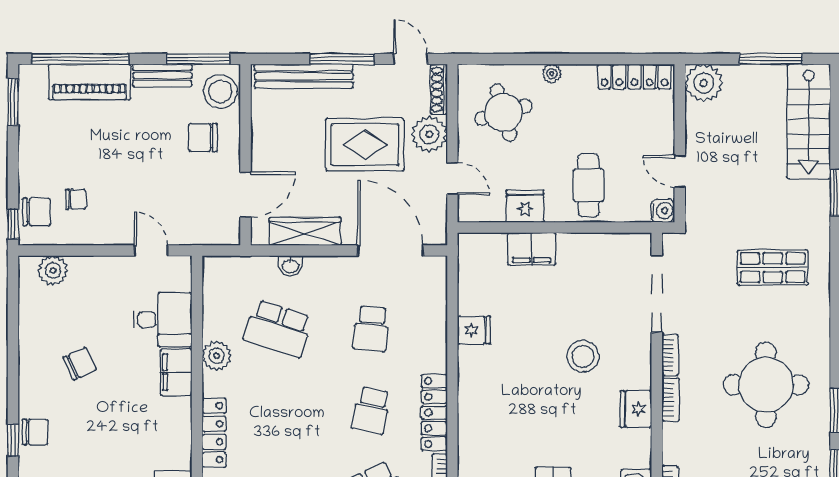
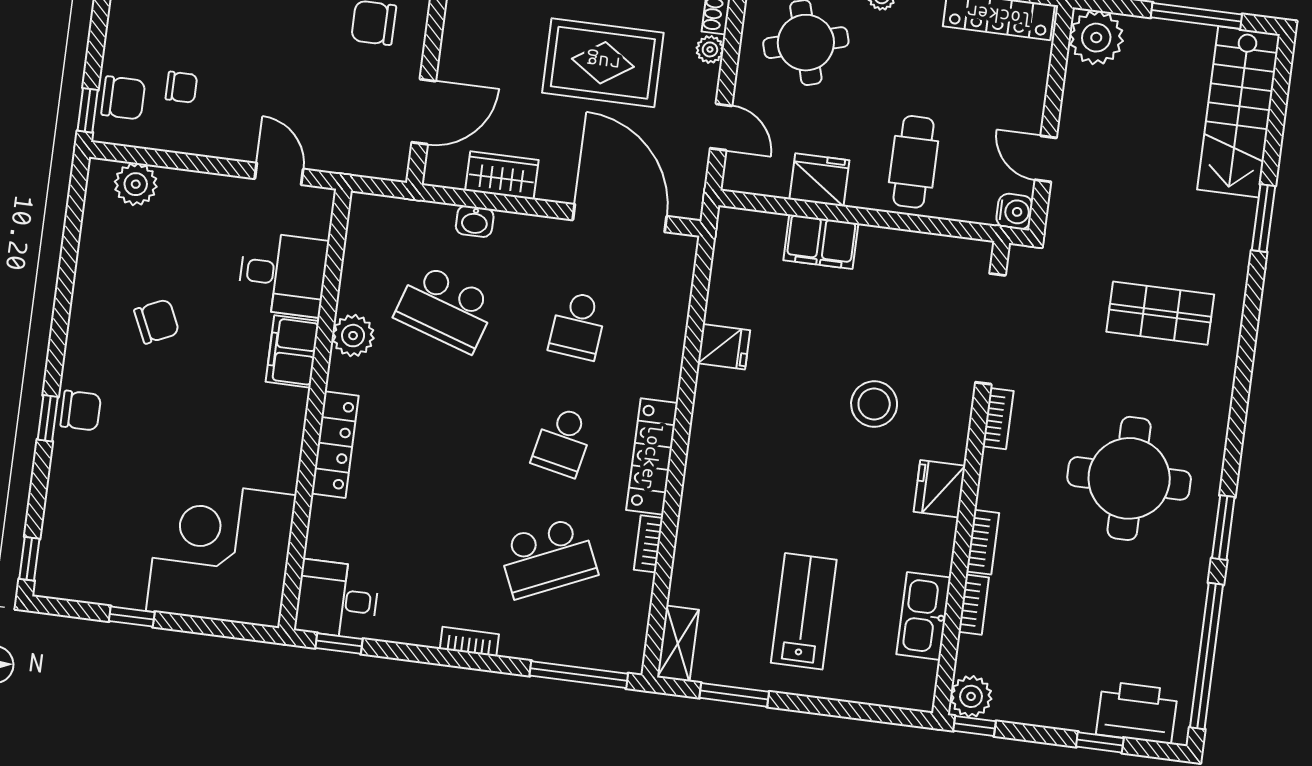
plant: (429, 134) -> (710, 49), width x0.53, depth x0.53
wardrobe: (305, 232) -> (502, 175), width x0.67
bookcase: (671, 399) -> (983, 542), moved

